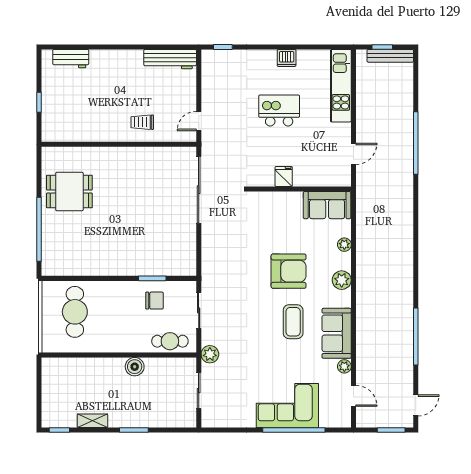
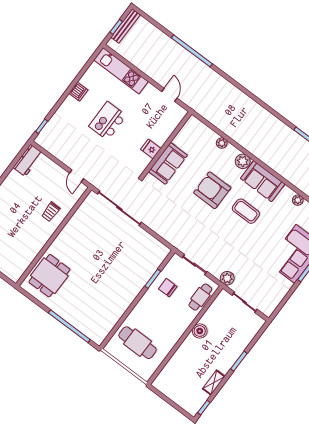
workbench: (170, 59) -> (28, 160), width x0.73
dining table: (69, 192) -> (49, 276), moved
sofa: (327, 205) -> (168, 163), moved
armchair: (289, 271) -> (212, 190), turned -90
chair: (154, 301) -> (168, 288), turned -90
sofa: (337, 333) -> (263, 181), moved

